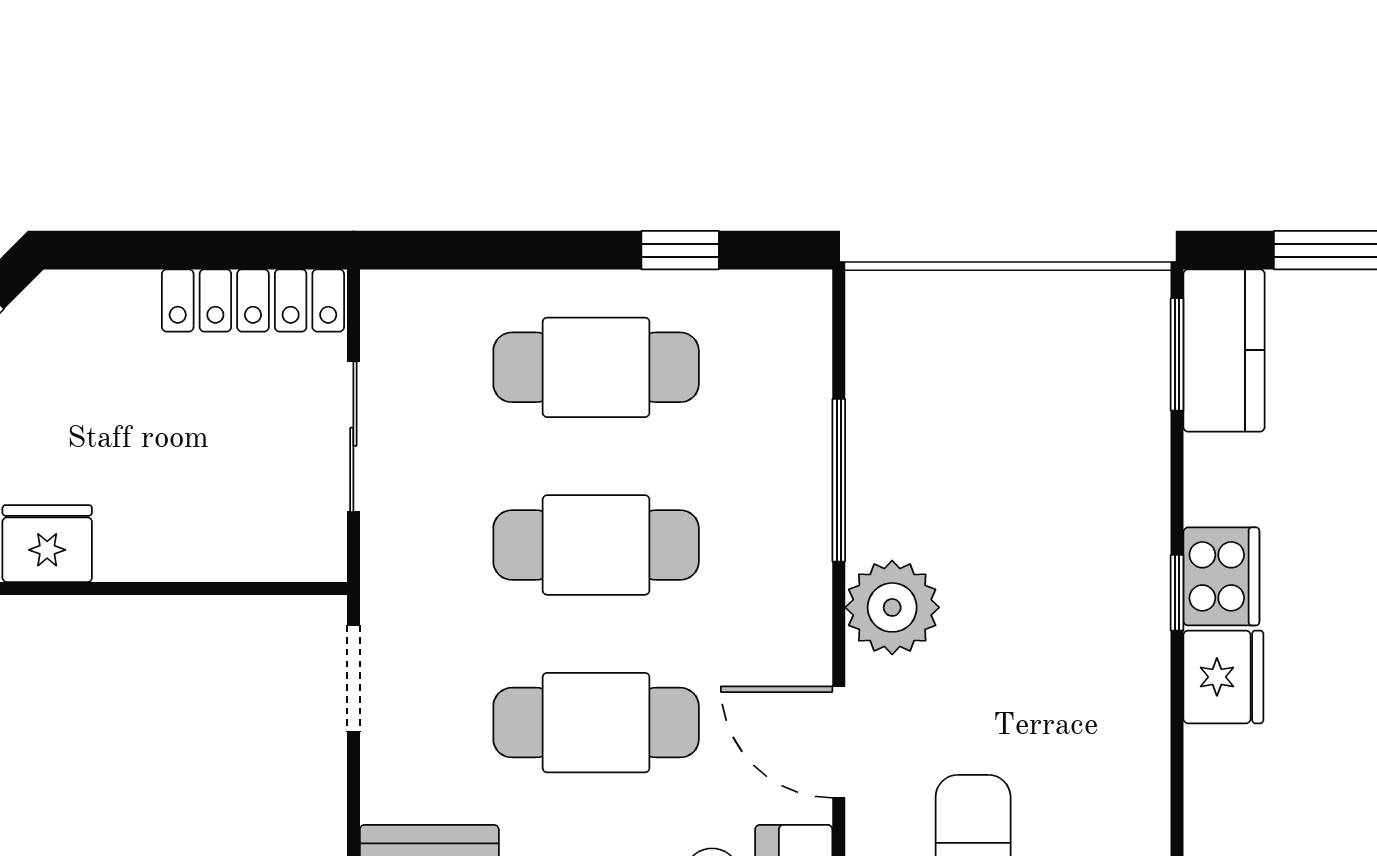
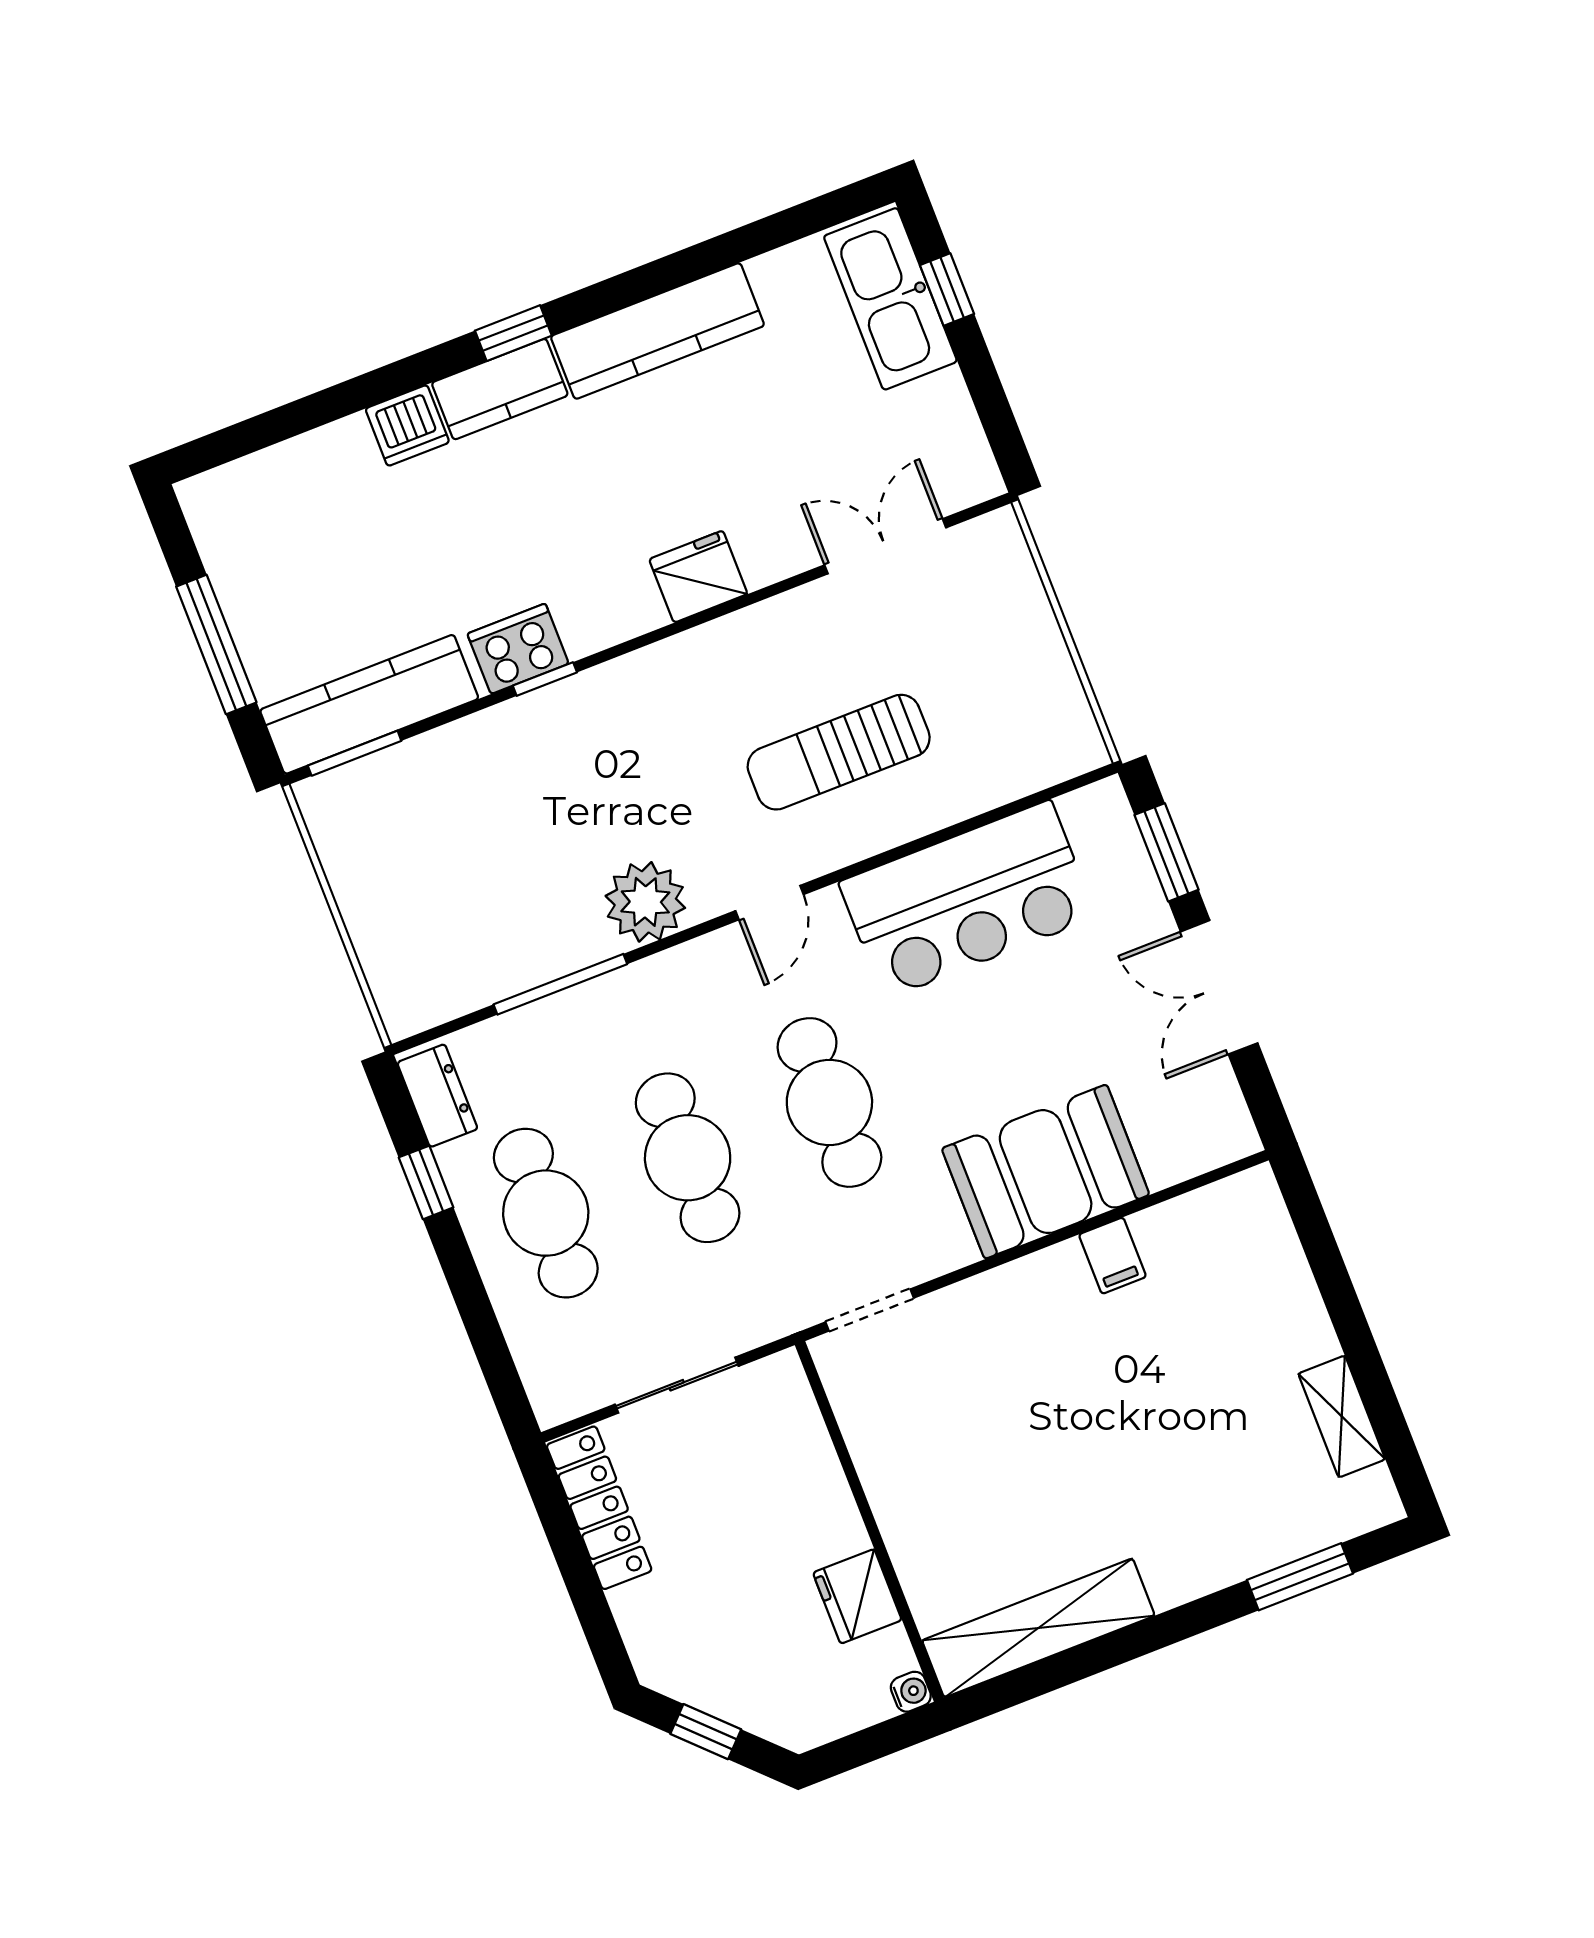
dresser: (770, 299) -> (437, 1096), added
kitchen counter: (1224, 350) -> (369, 704), width x1.50
fridge: (1223, 677) -> (698, 577), moved
door: (839, 742) -> (769, 903), width x0.73

